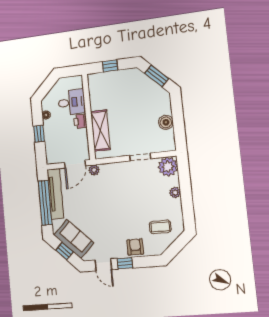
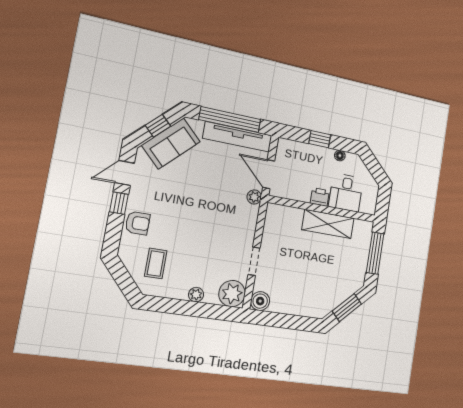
window: (110, 66) -> (375, 253), width x2.17
boiler: (166, 122) -> (260, 301), moved
shelving: (100, 130) -> (328, 224), moved

